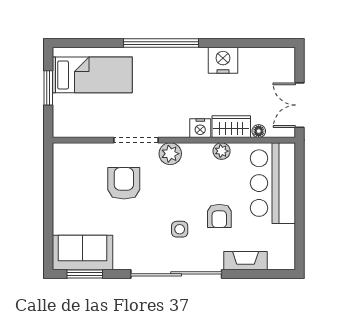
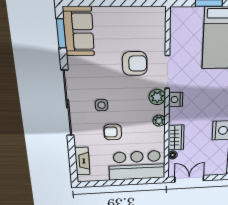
nightstand: (200, 128) -> (176, 100), moved
plant: (222, 151) -> (159, 121), moved
fireplace: (246, 261) -> (82, 161), moved

